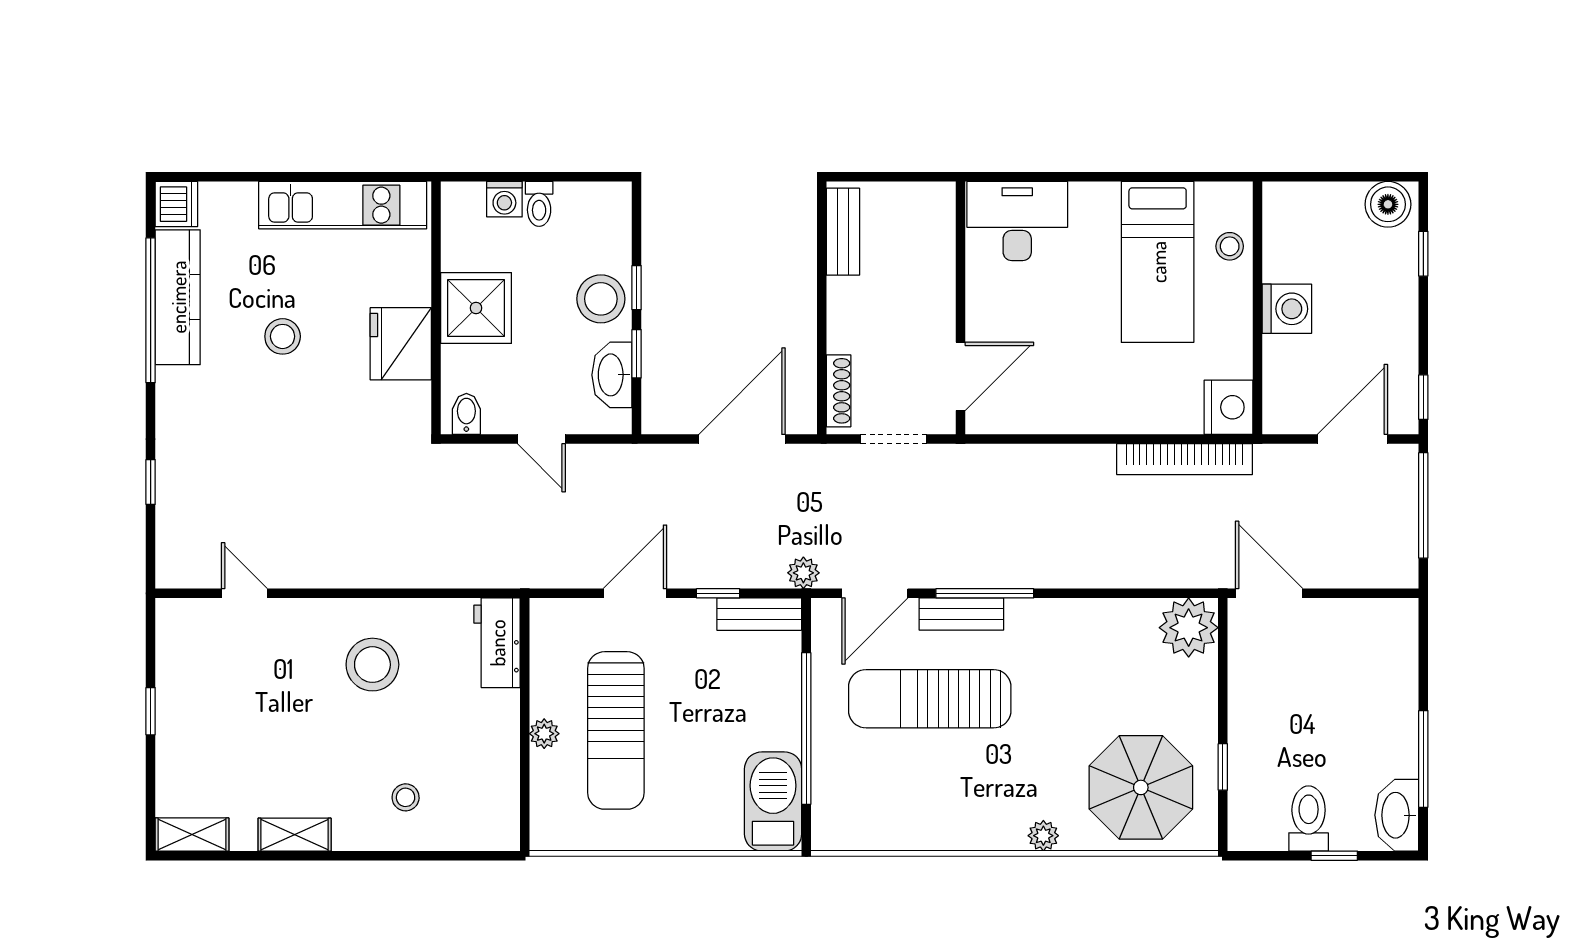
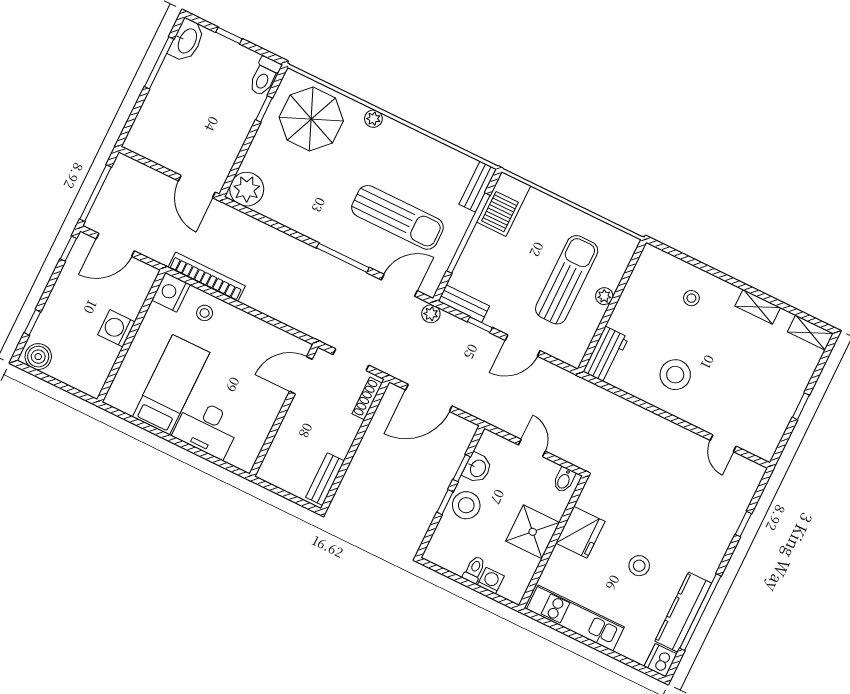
desk: (1017, 221) -> (207, 428), moved
stool: (1230, 246) -> (205, 313), moved
washbasin: (612, 375) -> (477, 468), width x0.72
bench: (961, 614) -> (478, 187), moved, turned 90
toilet: (1309, 818) -> (264, 76), moved

